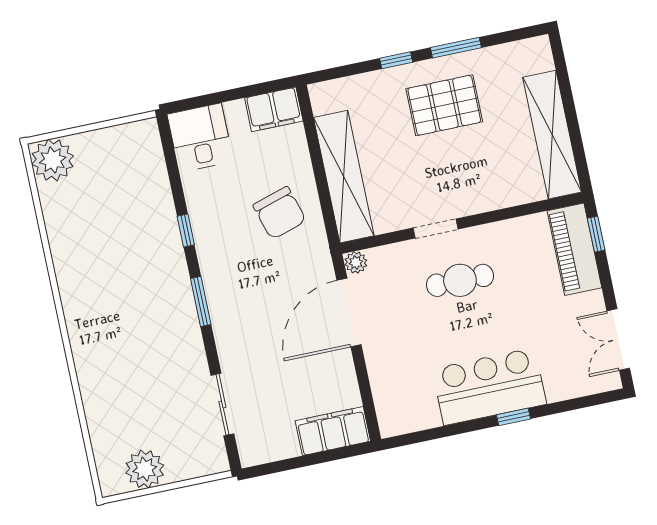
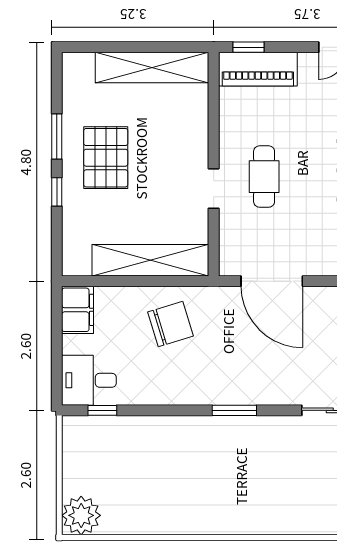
window: (186, 230) -> (102, 410), moved
plant: (356, 262) -> (229, 266), removed

